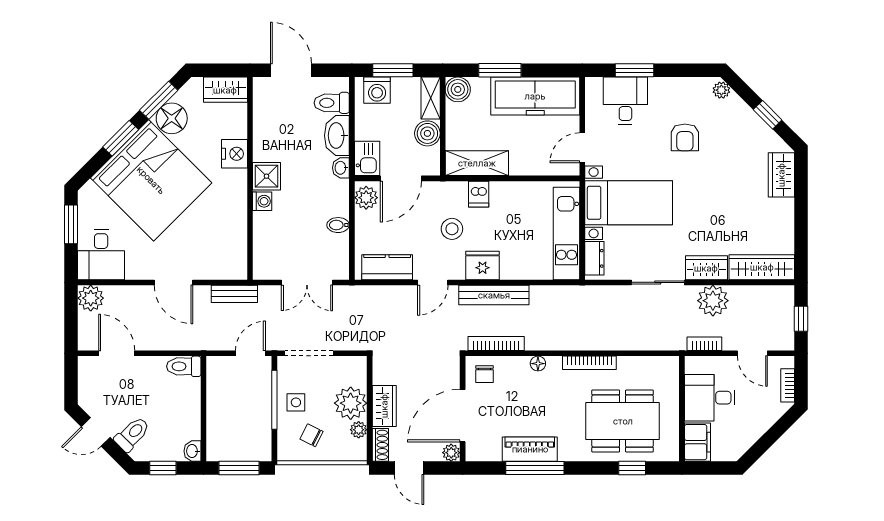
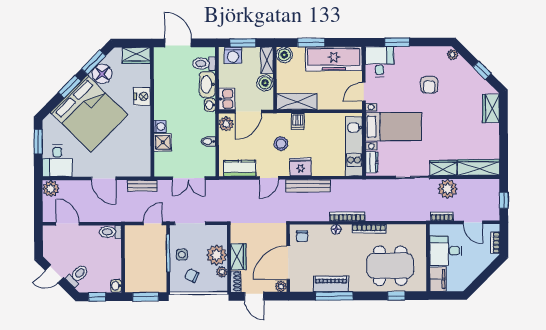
desk: (625, 101) -> (379, 62), moved
shower: (266, 176) -> (163, 142), moved
bookcase: (496, 344) -> (347, 217), moved

